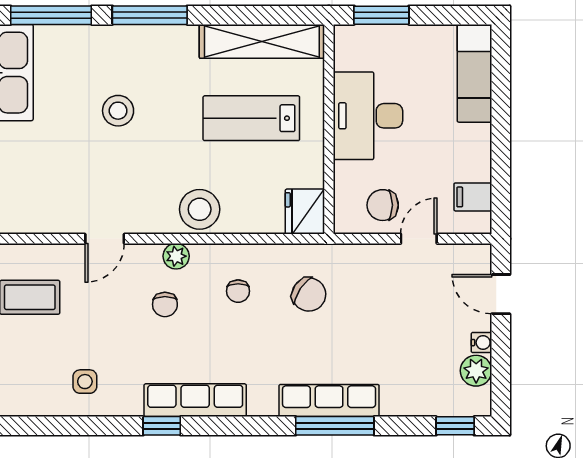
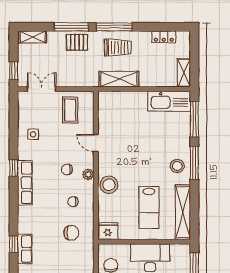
stool: (118, 111) -> (177, 166), moved
lab bench: (251, 118) -> (149, 208), turned 180
chair: (309, 295) -> (71, 233), turned -124
row of seats: (329, 401) -> (25, 249), width x0.68
window: (335, 426) -> (14, 244), width x0.46

